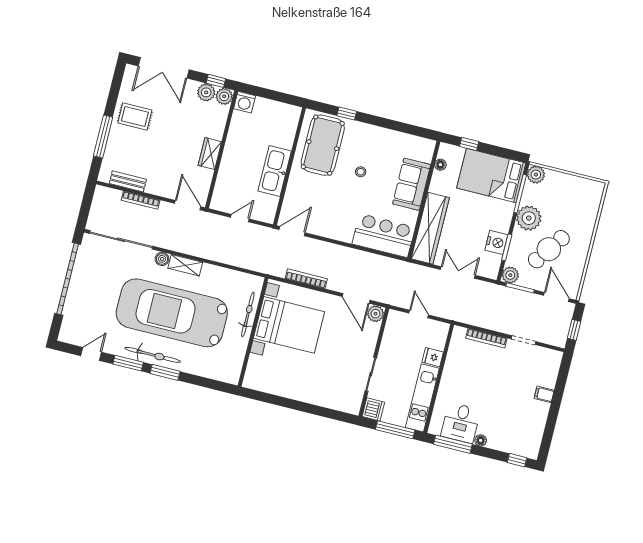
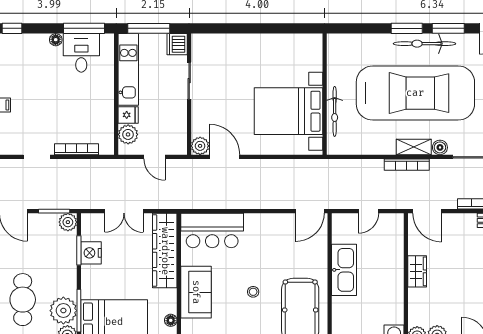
plant: (529, 218) -> (63, 311), moved
cafe table: (549, 249) -> (23, 300), moved, turned -35
bookcase: (306, 279) -> (407, 165), moved
plant: (437, 340) -> (128, 134), added

